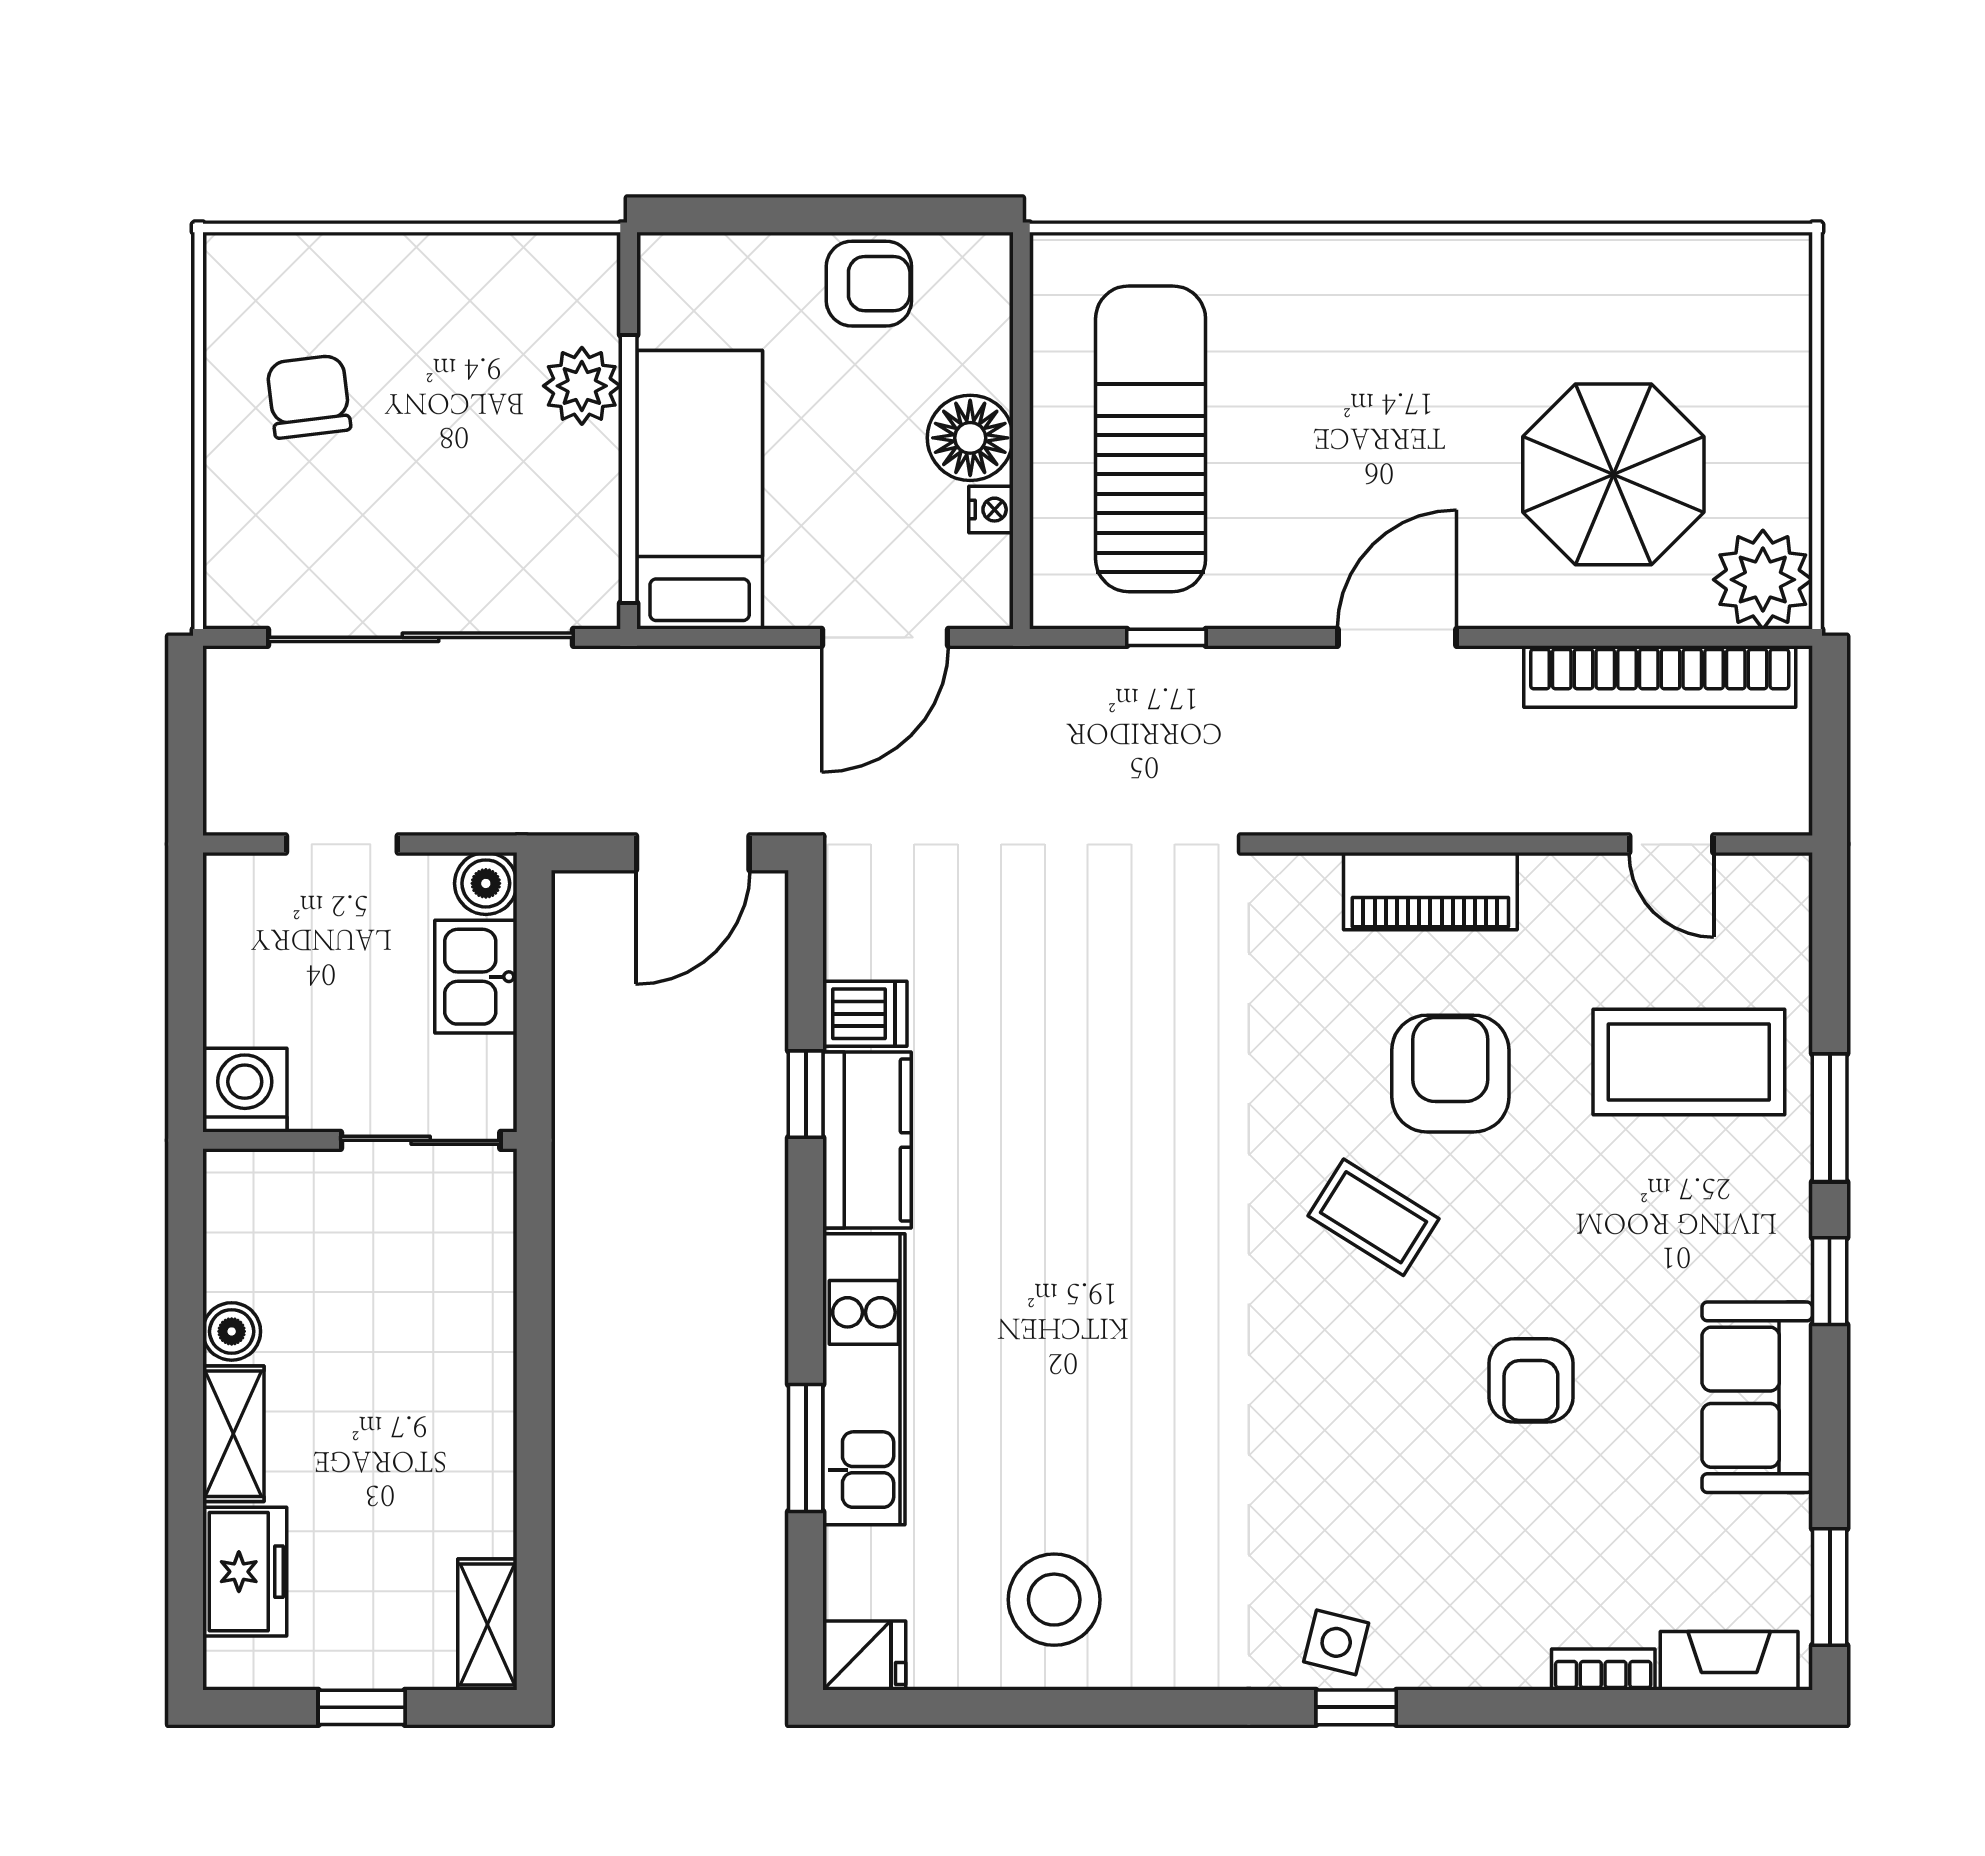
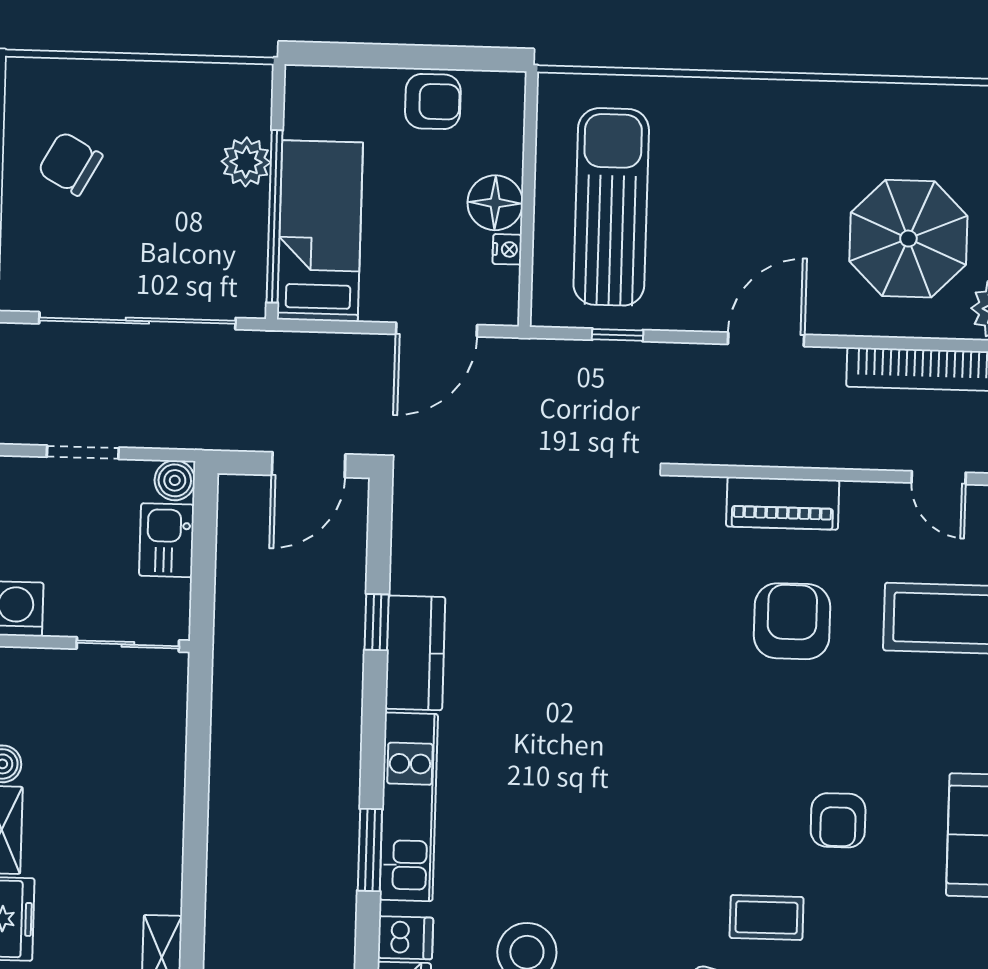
chair: (309, 397) -> (70, 164), turned -54
dishwasher: (865, 1014) -> (405, 938), moved
coffee table: (1373, 1217) -> (767, 917), moved, turned -32

